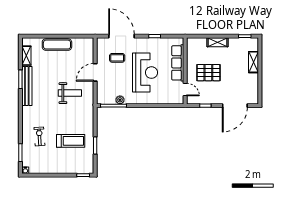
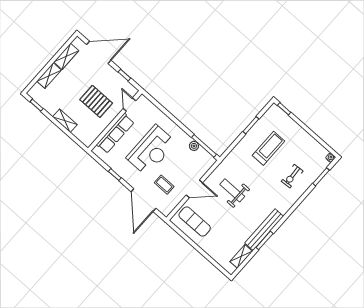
exercise mat: (57, 45) -> (195, 222), moved
reception desk: (145, 73) -> (151, 150), turned 180
shelving: (253, 85) -> (66, 56), added
treadmill: (71, 141) -> (269, 148), turned 90

